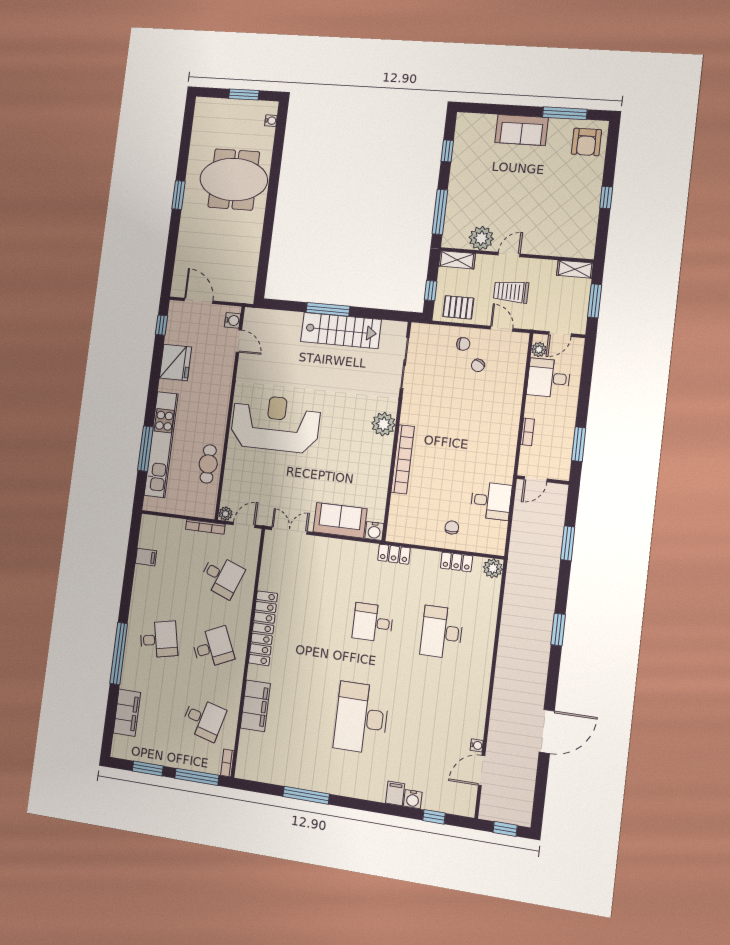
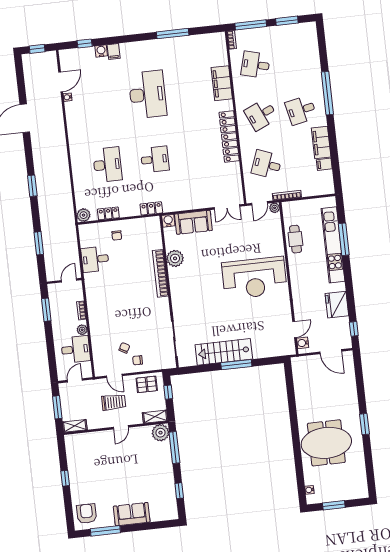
plant: (481, 238) -> (160, 433), moved
door: (239, 341) -> (294, 329), swing flipped
plant: (539, 349) -> (82, 330), moved
plant: (384, 424) -> (175, 258), moved
filing cabinet: (127, 713) -> (321, 142), moved

